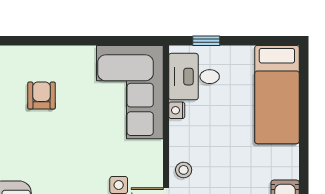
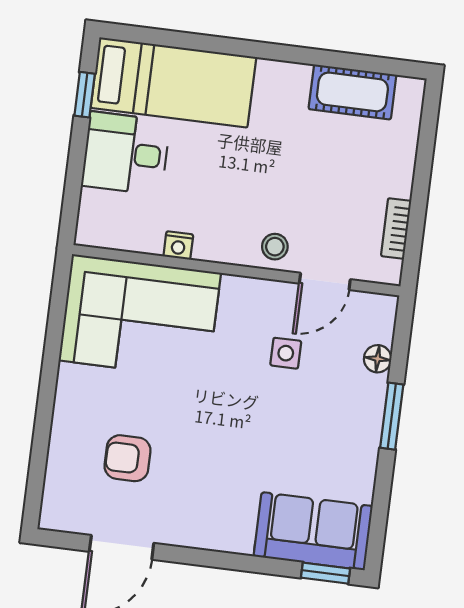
window: (206, 41) -> (85, 95), moved
desk: (194, 77) -> (126, 153), moved, turned 90

